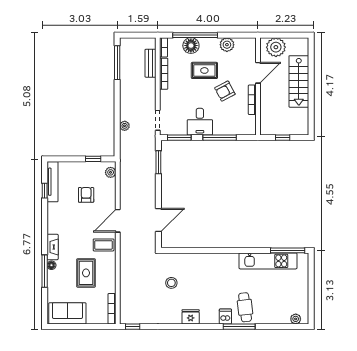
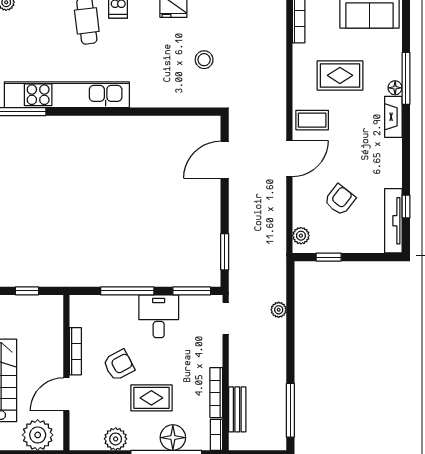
armchair: (86, 195) -> (340, 200), turned -142
kitchen unit: (268, 261) -> (67, 95), width x1.36
rug: (86, 273) -> (340, 75), turned 90

